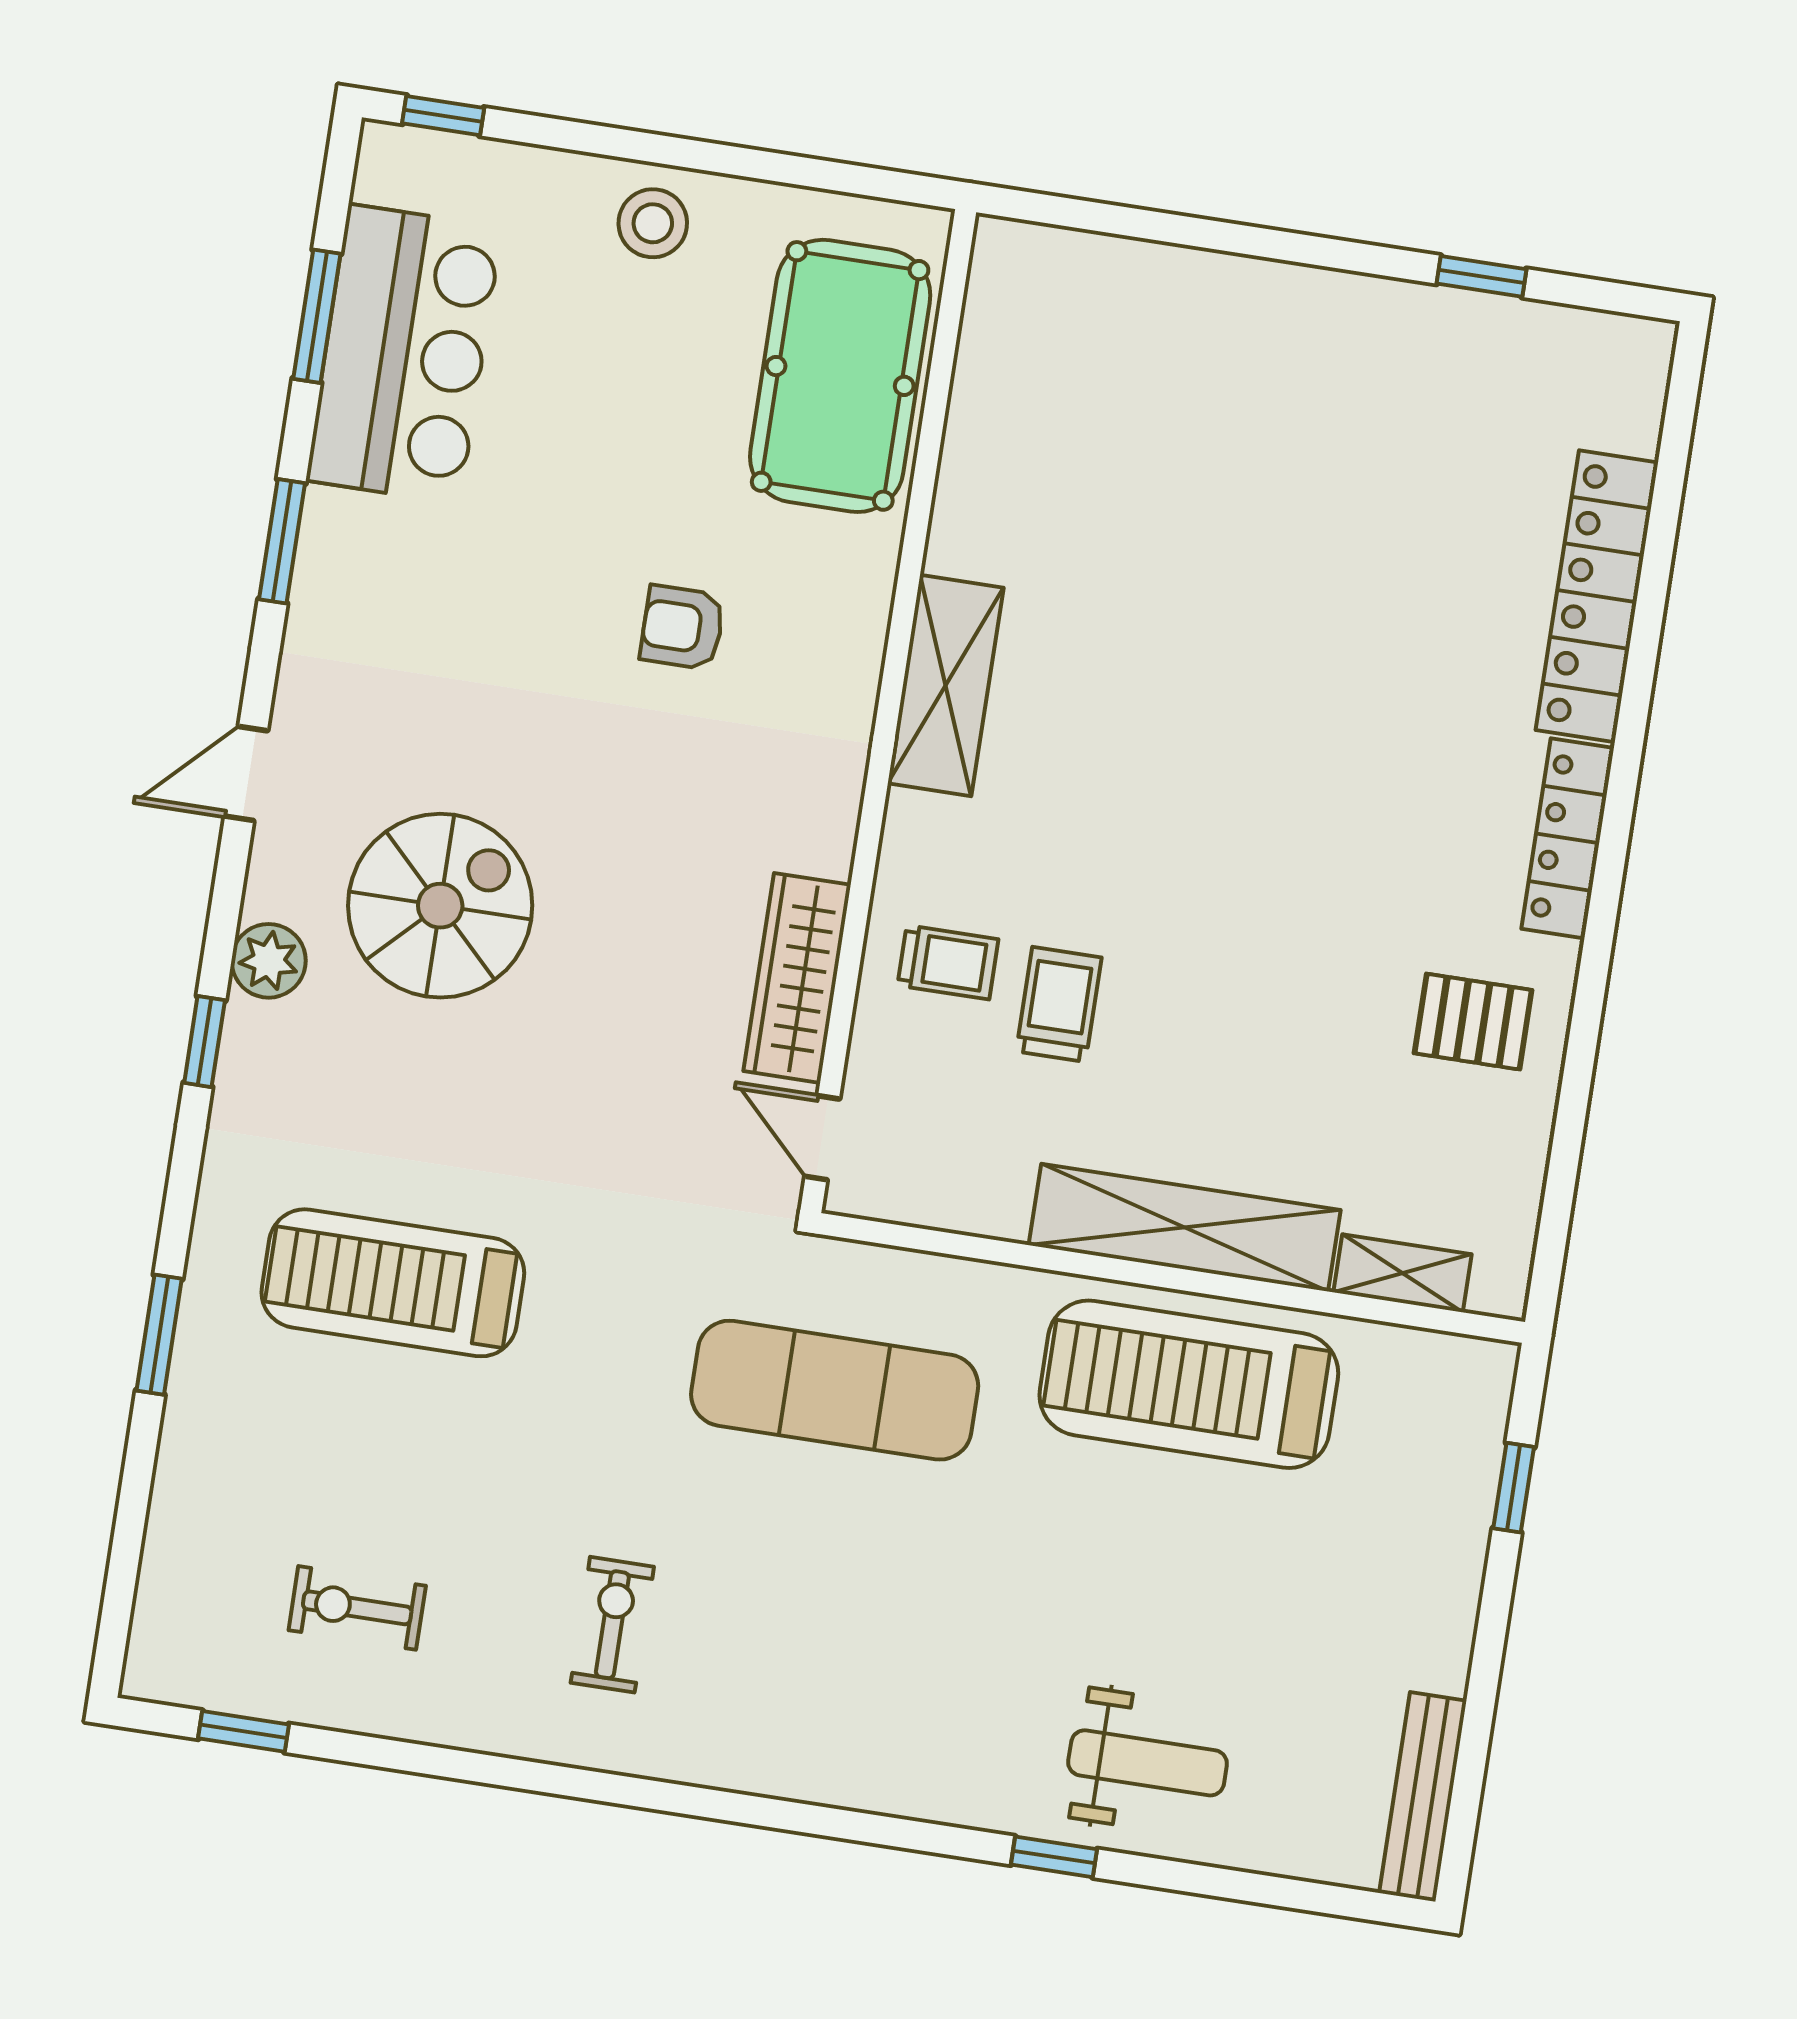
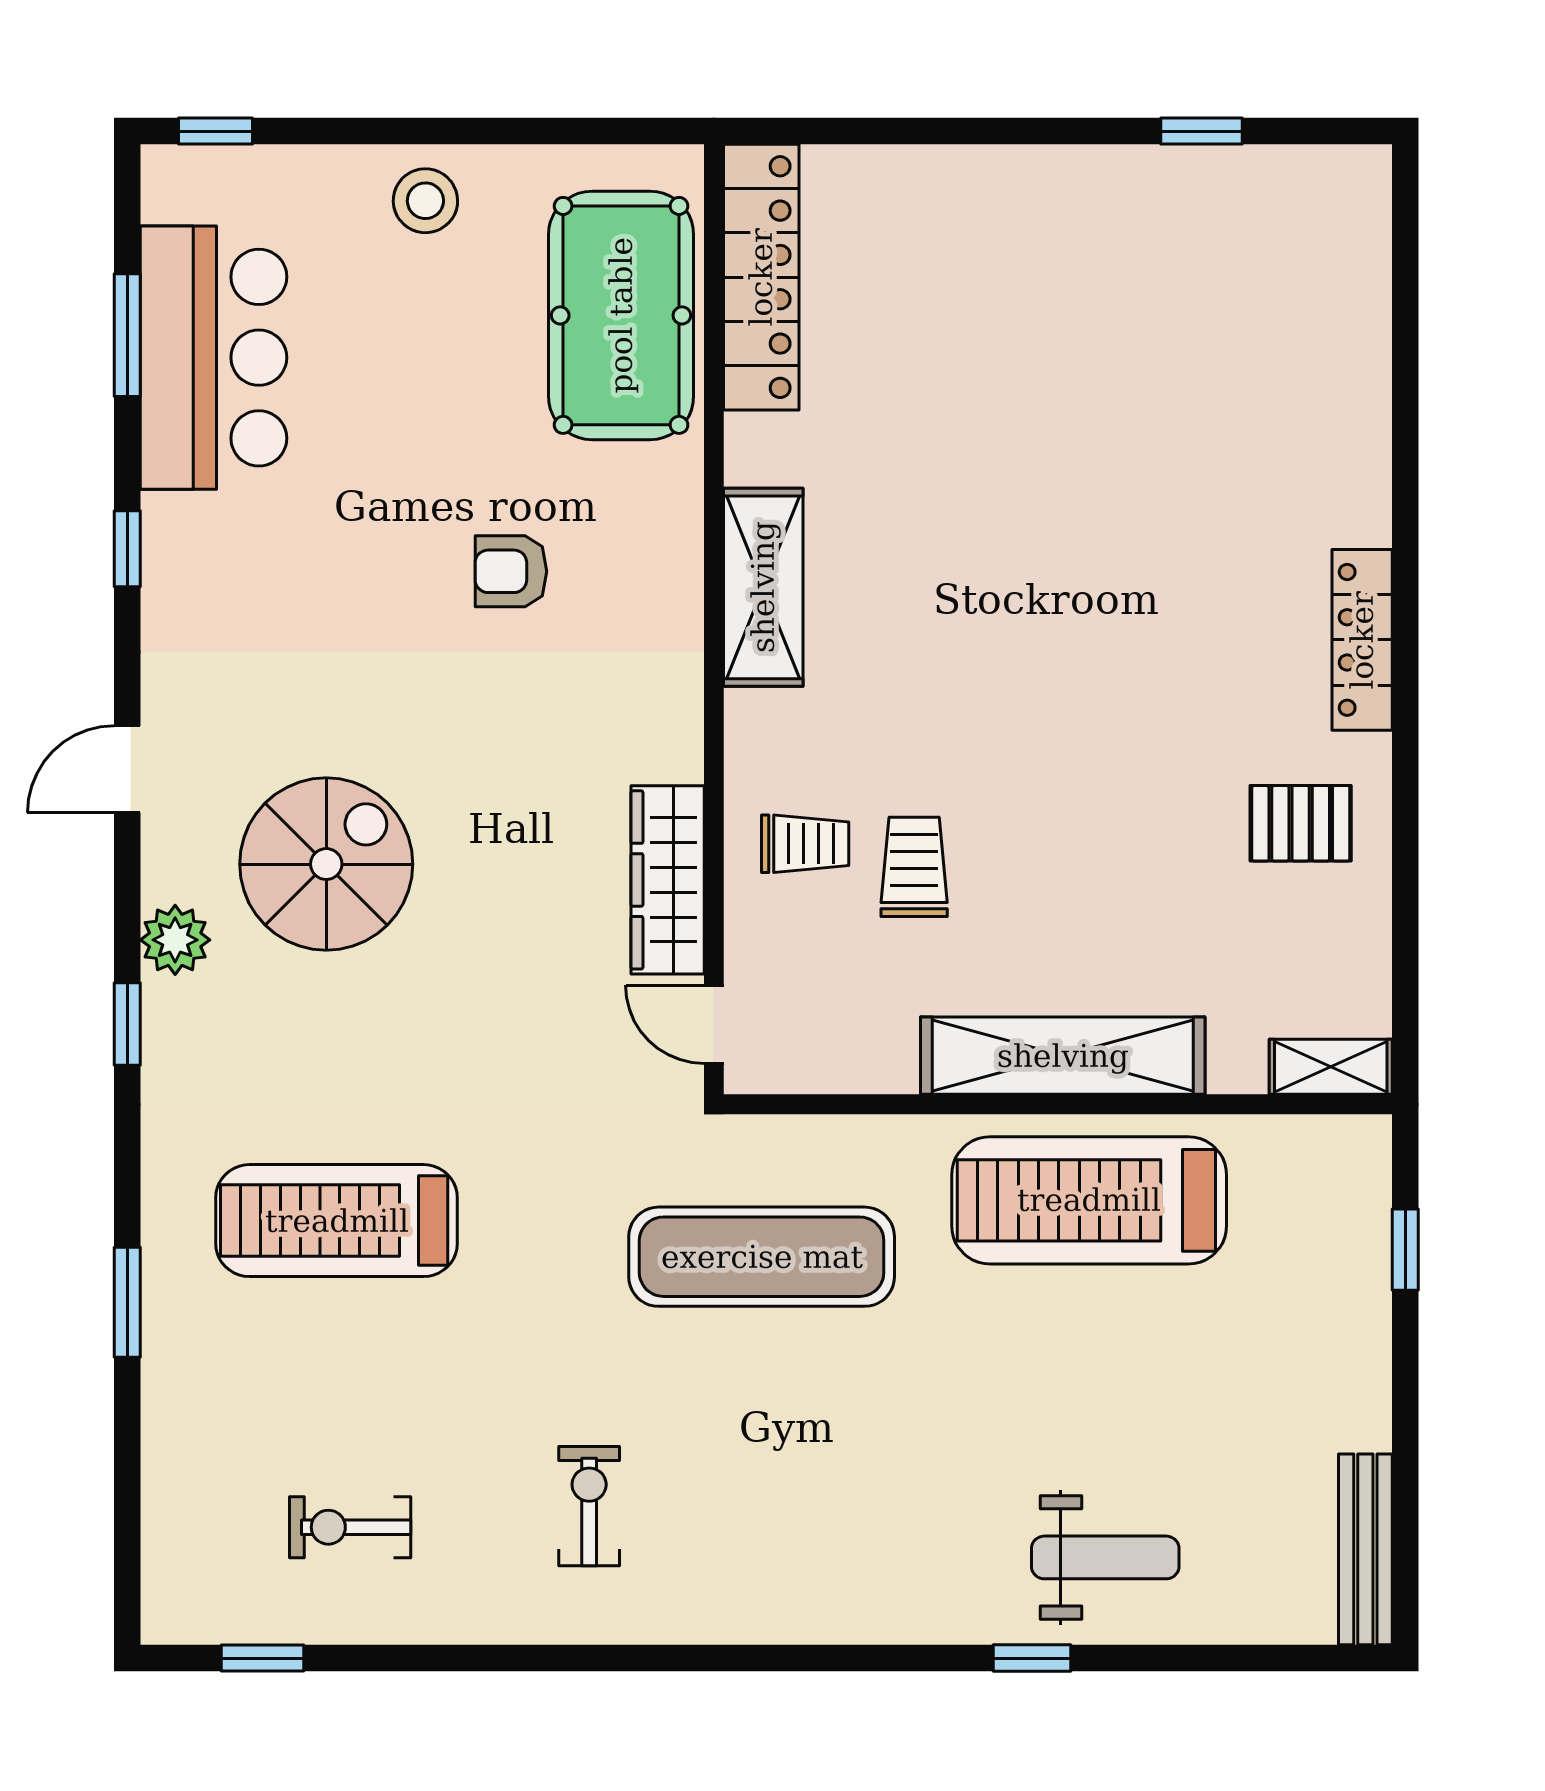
window: (282, 541) -> (127, 549), width x0.67
locker: (1597, 596) -> (761, 277), moved, turned 180
shelving: (1403, 1273) -> (1331, 1067), moved

